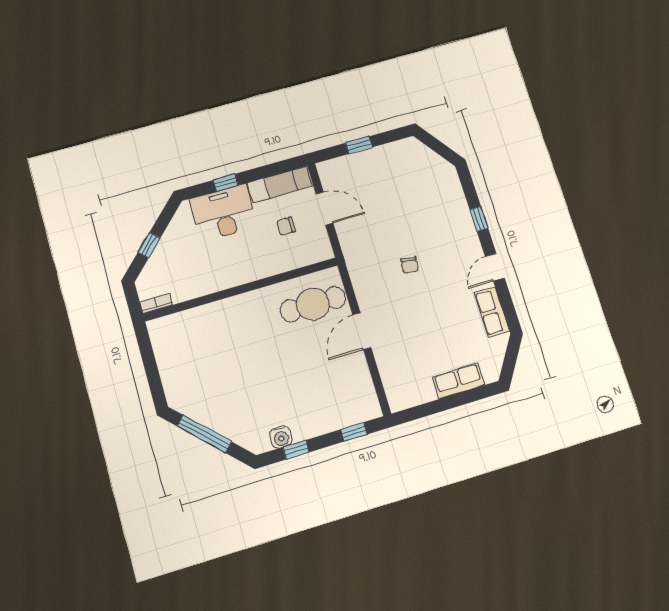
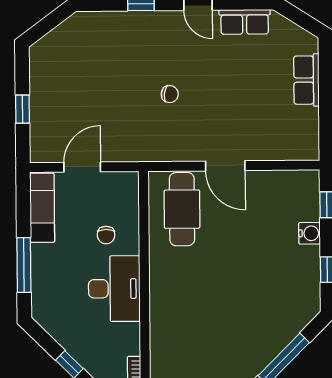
window: (226, 183) -> (24, 265), width x2.17
desk: (223, 213) -> (114, 289), moved, turned 180
chair: (286, 226) -> (106, 235), moved
water cooler: (281, 437) -> (310, 233), moved

